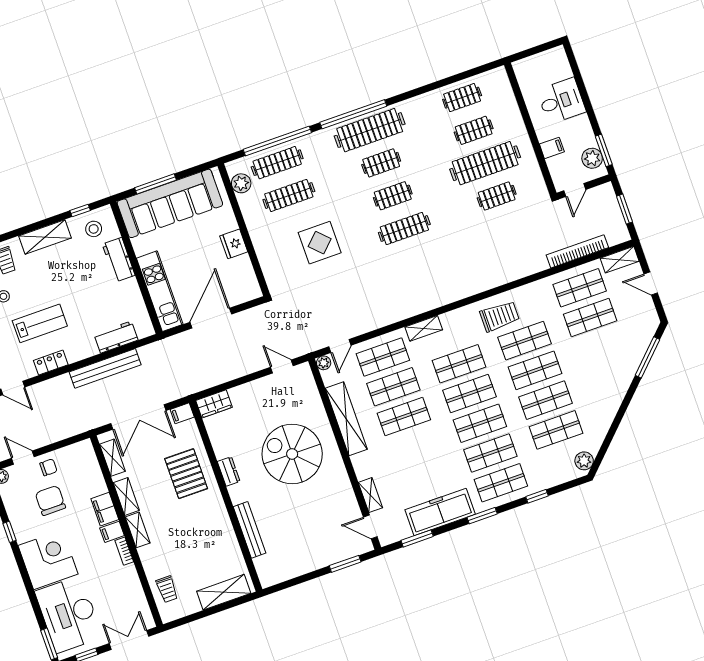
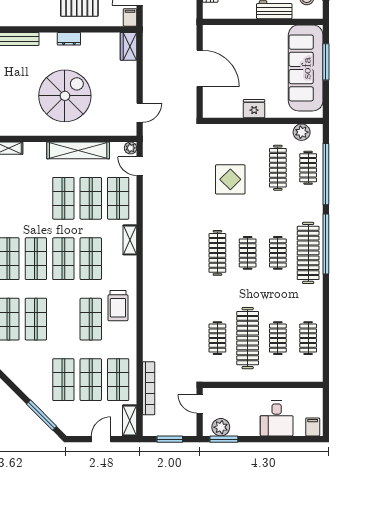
filing cabinet: (552, 148) -> (313, 427), moved, turned 180
clothes rail: (277, 163) -> (308, 168), width x0.73
kitchen unit: (160, 291) -> (237, 34), removed
shop shelf: (535, 370) -> (63, 380), moved

